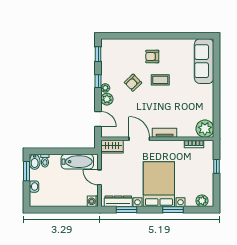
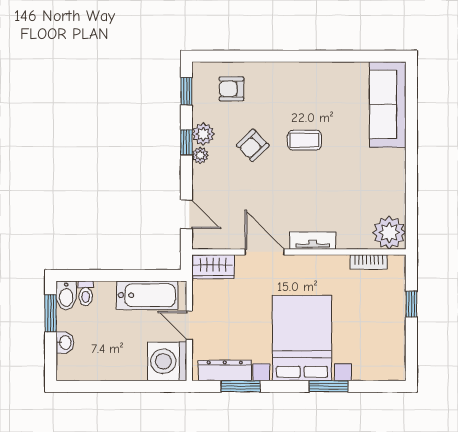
armchair: (152, 57) -> (232, 89), moved
plant: (107, 99) -> (203, 134), moved
washing machine: (93, 201) -> (167, 361), width x1.89, depth x1.89
plant: (202, 201) -> (384, 370), removed

